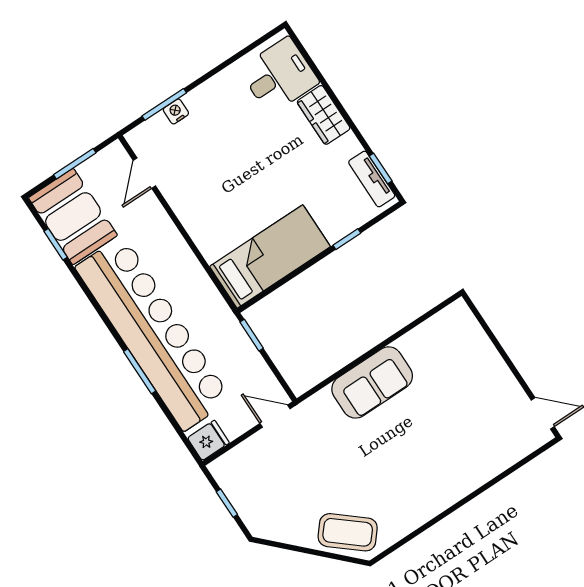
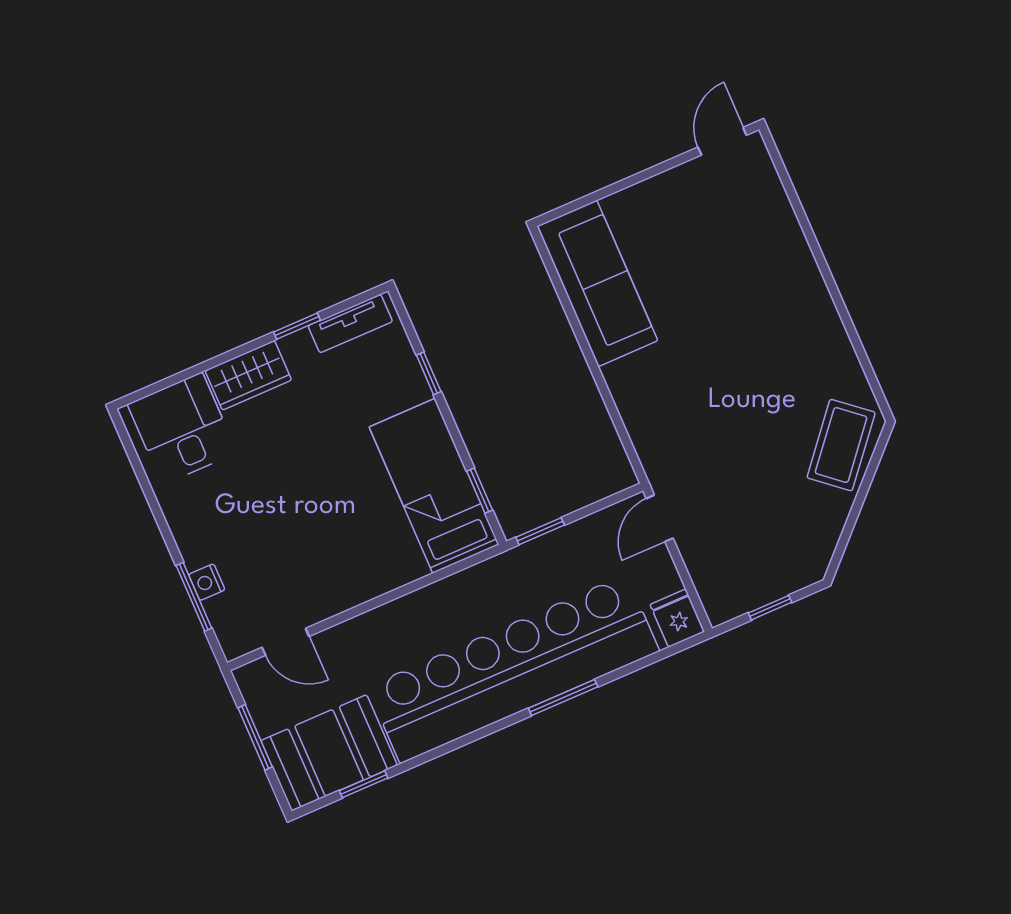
window: (381, 169) -> (297, 326), moved
window: (272, 289) -> (480, 491), added
sofa: (372, 382) -> (597, 283), moved, width x1.36

